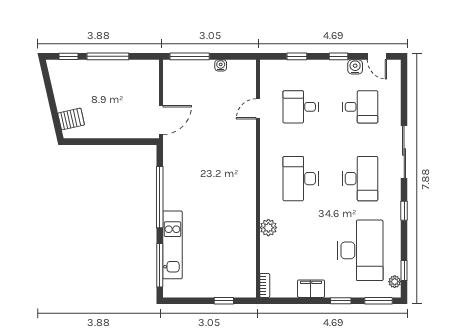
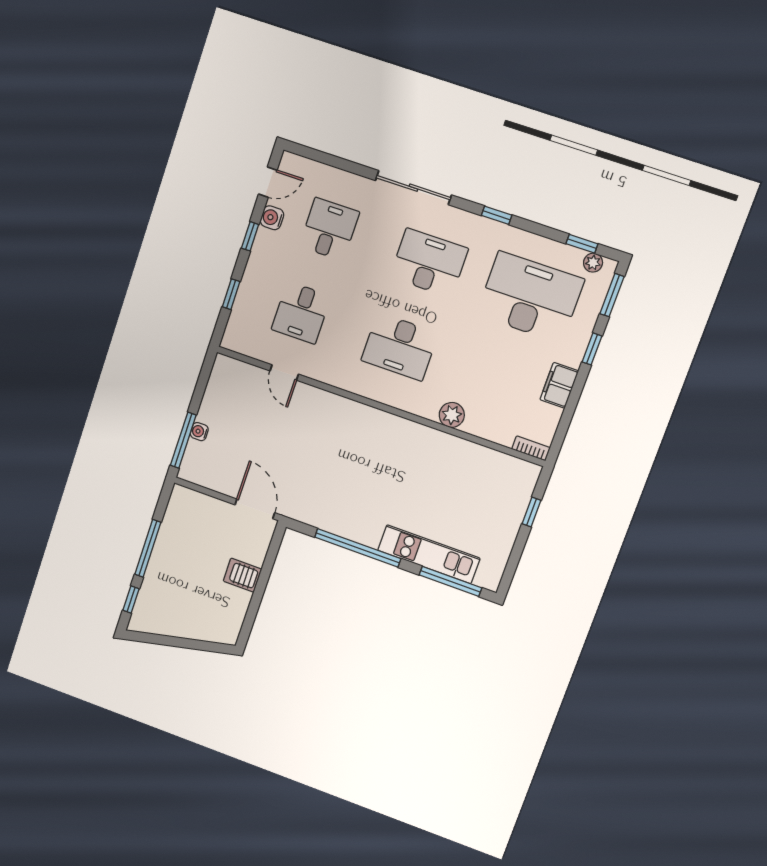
water cooler: (221, 65) -> (199, 432), moved
server rack: (71, 119) -> (242, 575), moved, turned -77

